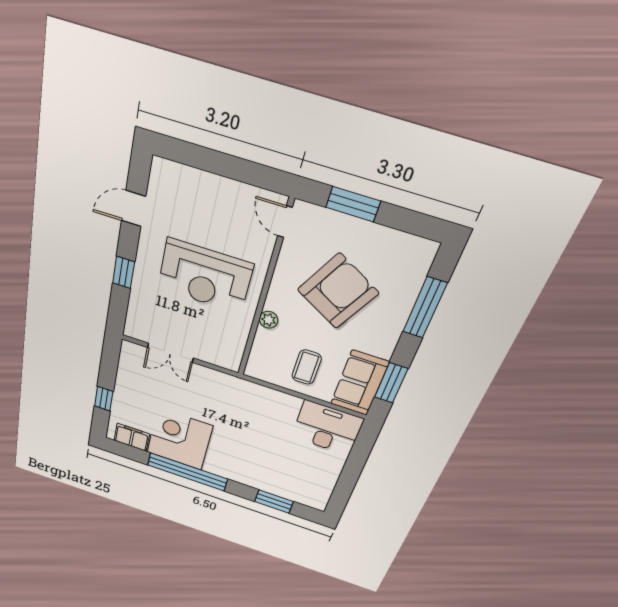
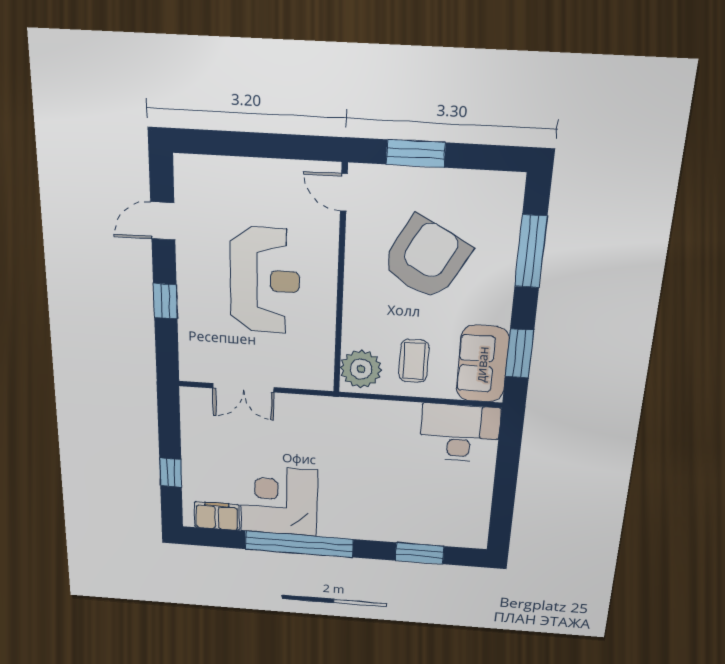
reception desk: (205, 276) -> (265, 281), turned -90
plant: (269, 320) -> (361, 369), moved, width x1.87, depth x1.87

